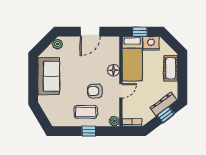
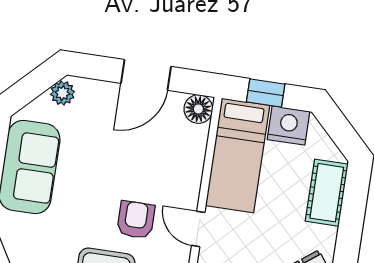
floor lamp: (114, 70) -> (198, 109), moved
armchair: (95, 91) -> (136, 220), turned 90
door: (121, 91) -> (198, 229), swing flipped

